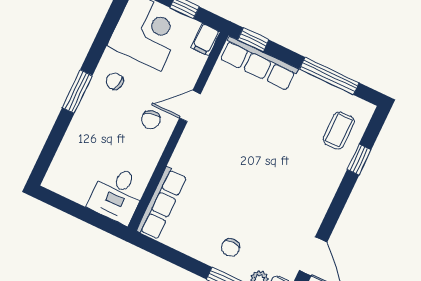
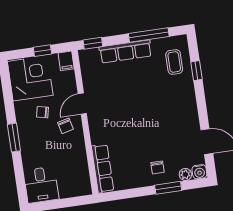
row of seats: (259, 64) -> (125, 51), moved
chair: (115, 81) -> (42, 112), moved
desk: (117, 194) -> (41, 185), moved

